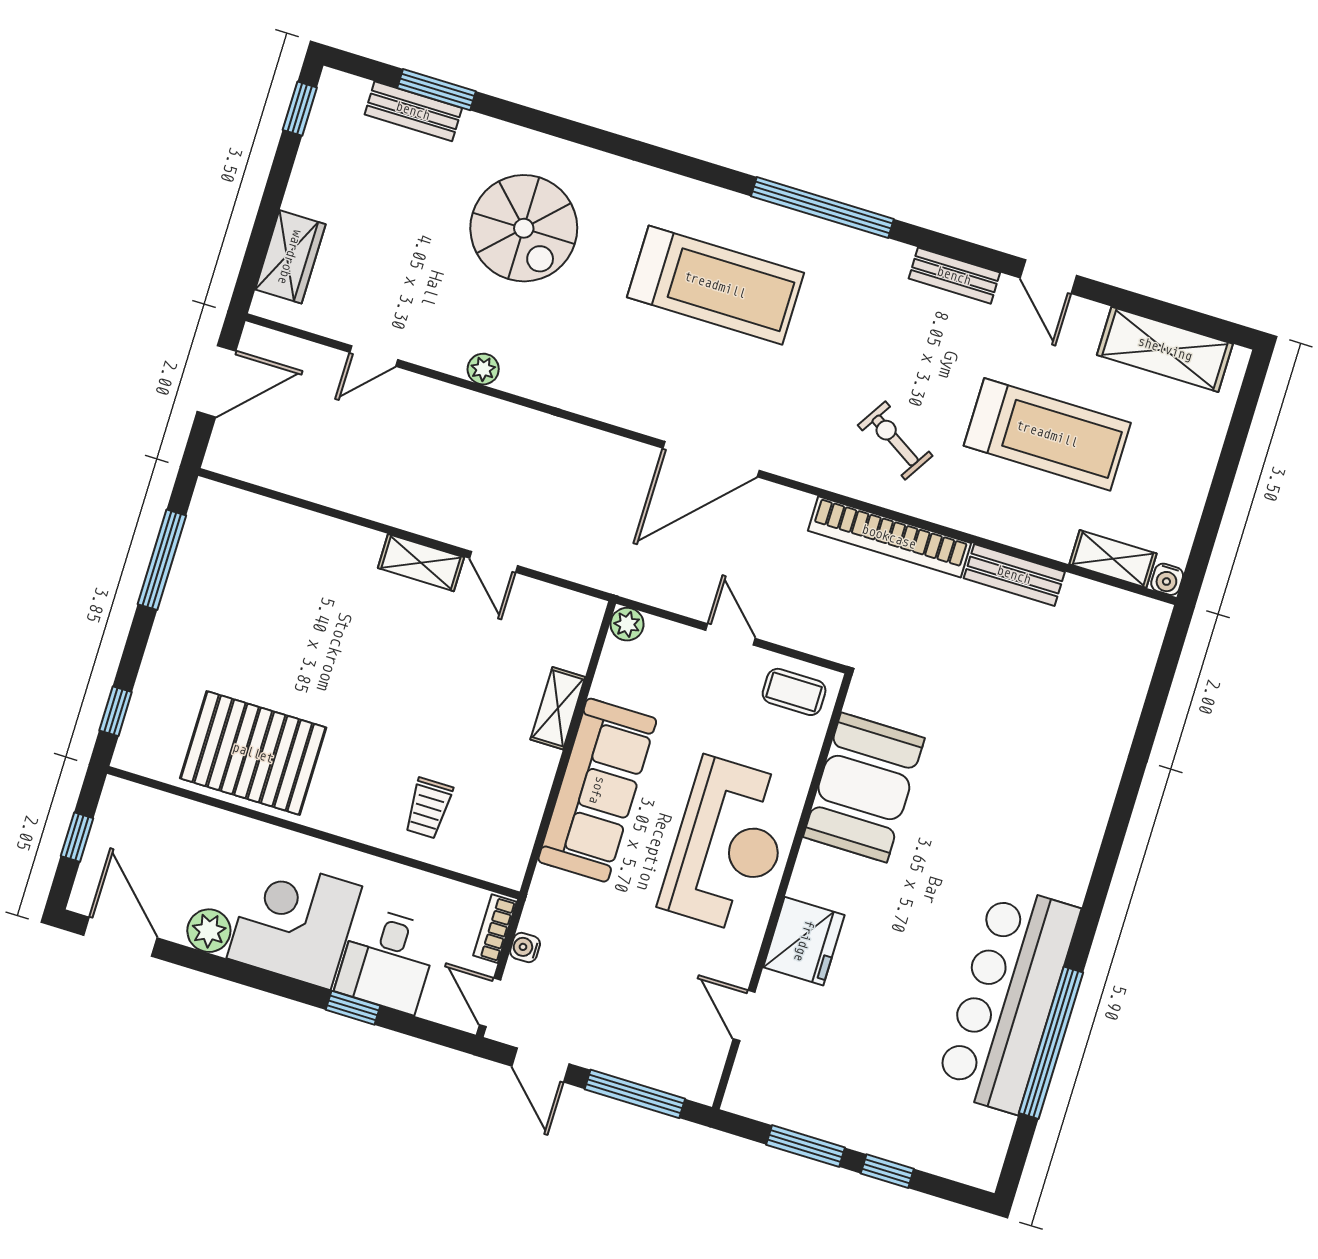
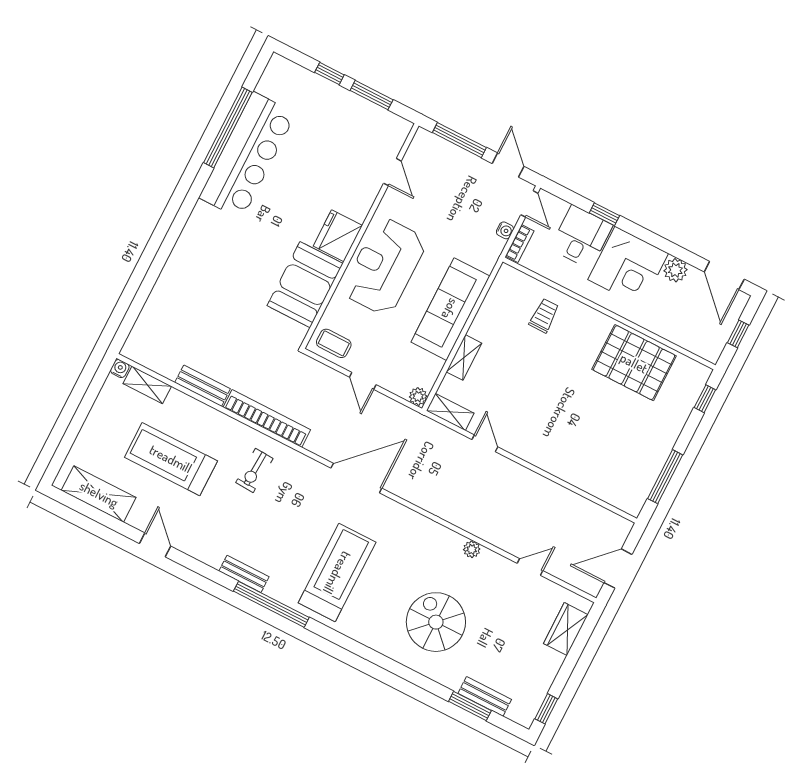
bench: (954, 276) -> (244, 574), moved
treadmill: (715, 285) -> (337, 573), turned 90
exercise bike: (895, 440) -> (254, 470), turned 61
shelving: (421, 563) -> (450, 412), moved
fridge: (804, 941) -> (338, 236), moved

